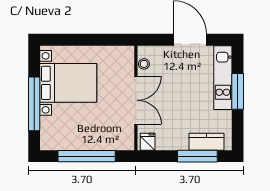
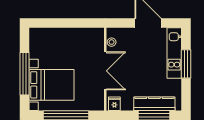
bed with nightstands: (68, 83) -> (51, 85), moved
kitchen counter: (206, 142) -> (154, 104), width x1.50

